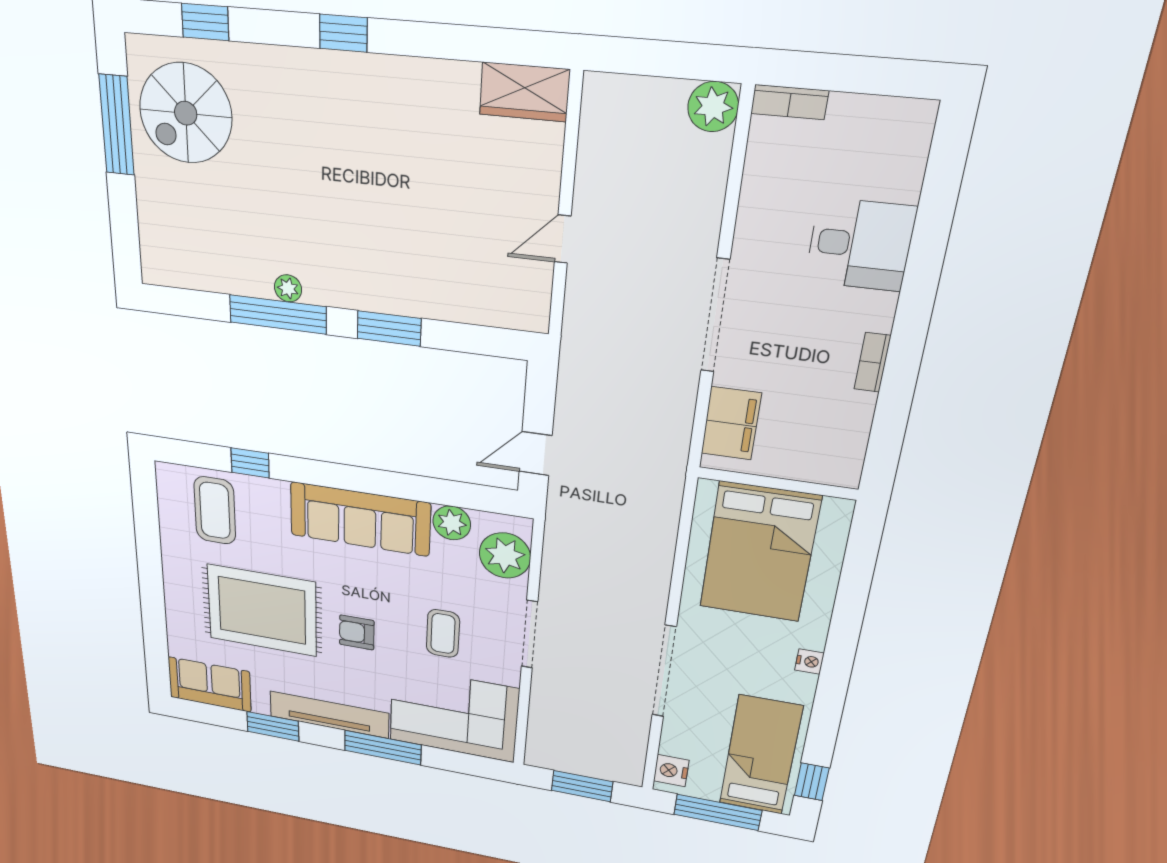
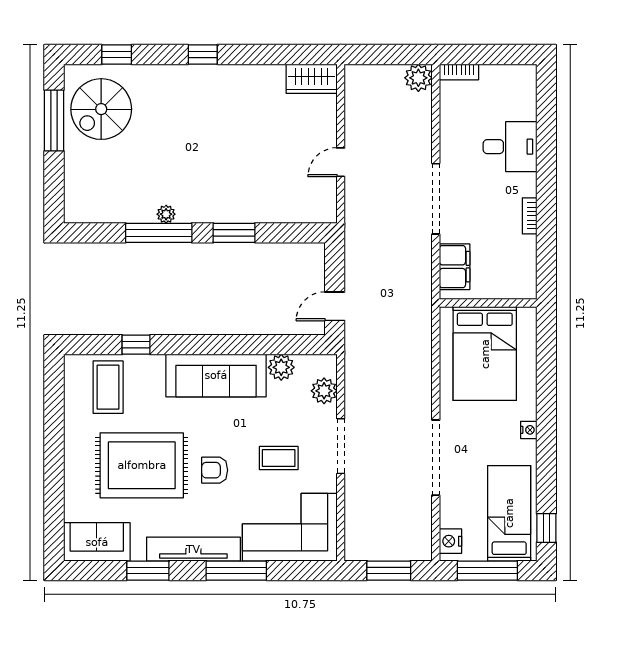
plant: (505, 555) -> (324, 391), width x0.73, depth x0.73
coffee table: (443, 634) -> (279, 458), turned 90

